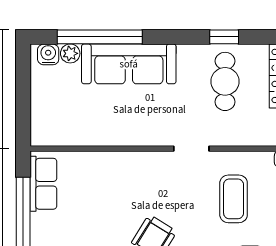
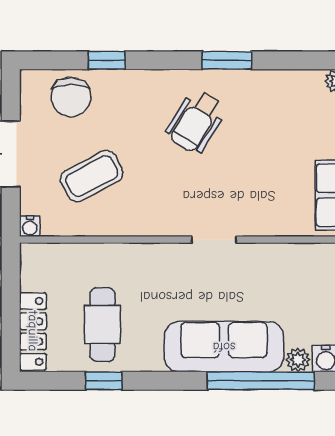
doorway: (191, 149) -> (214, 240), moved
coffee table: (234, 199) -> (92, 176), turned 62

